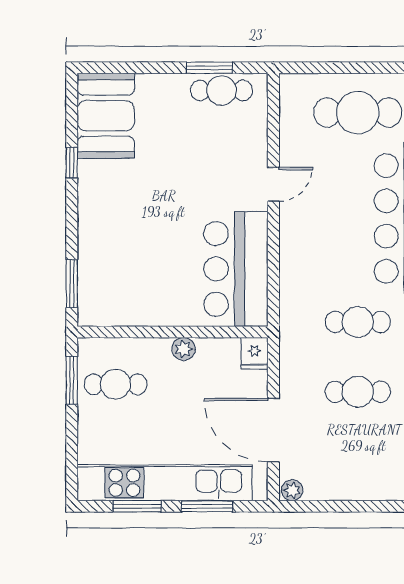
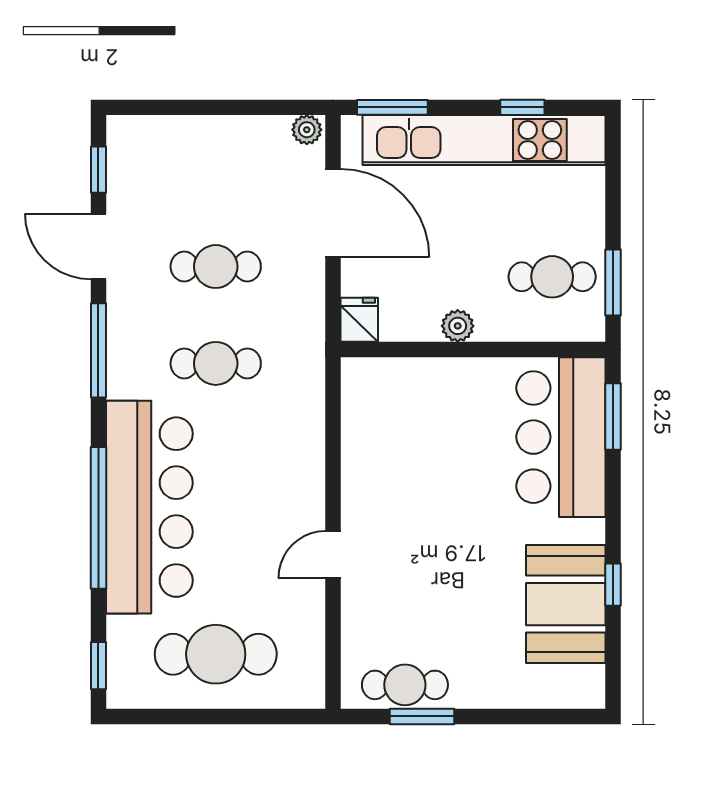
booth: (106, 116) -> (566, 604), moved
bar counter: (236, 269) -> (561, 437), moved, turned 180
window: (137, 506) -> (522, 107), width x0.67
window: (207, 506) -> (392, 107), moved

